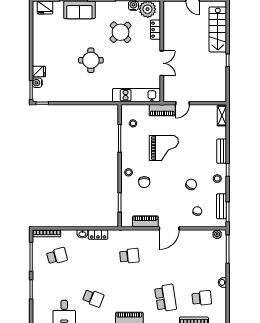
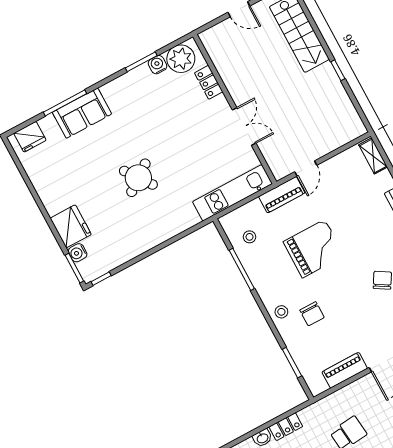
round table: (121, 32) -> (160, 114), removed
round table: (91, 60) -> (138, 178), turned -36
fridge: (39, 71) -> (71, 226), width x1.88, depth x1.34

